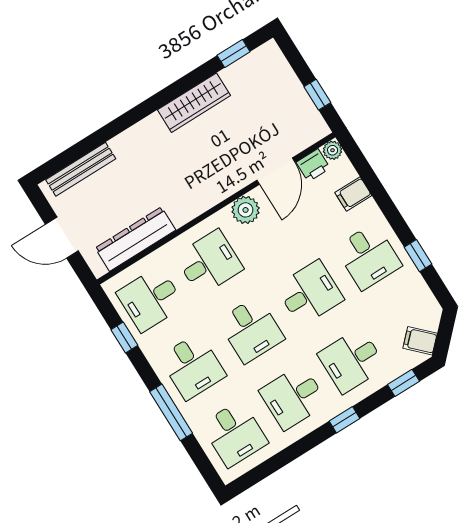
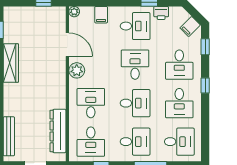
printer: (313, 165) -> (161, 13), moved, turned 90

